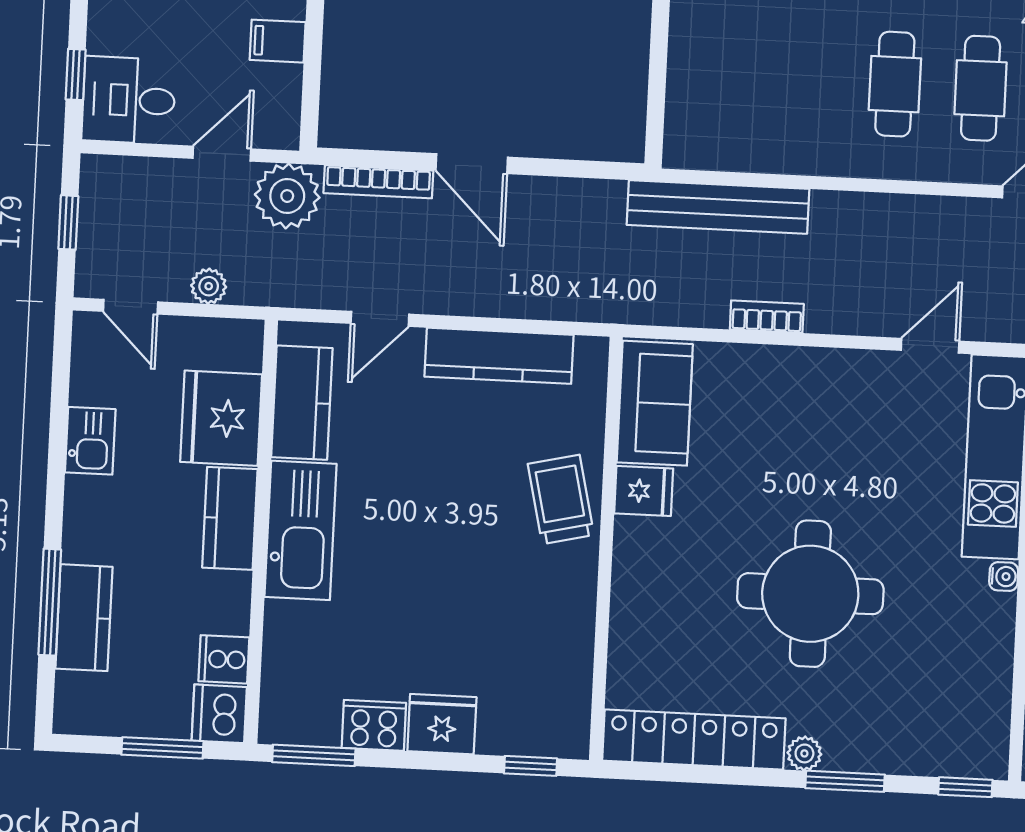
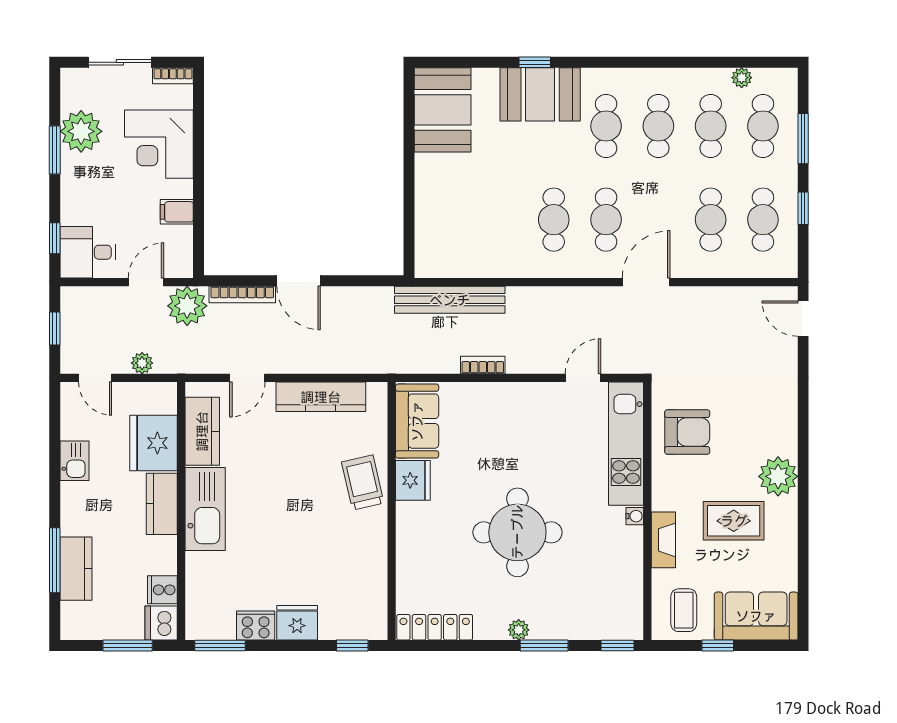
fridge: (644, 491) -> (413, 480), width x1.38
locker: (694, 740) -> (435, 627), width x0.71, depth x0.83

